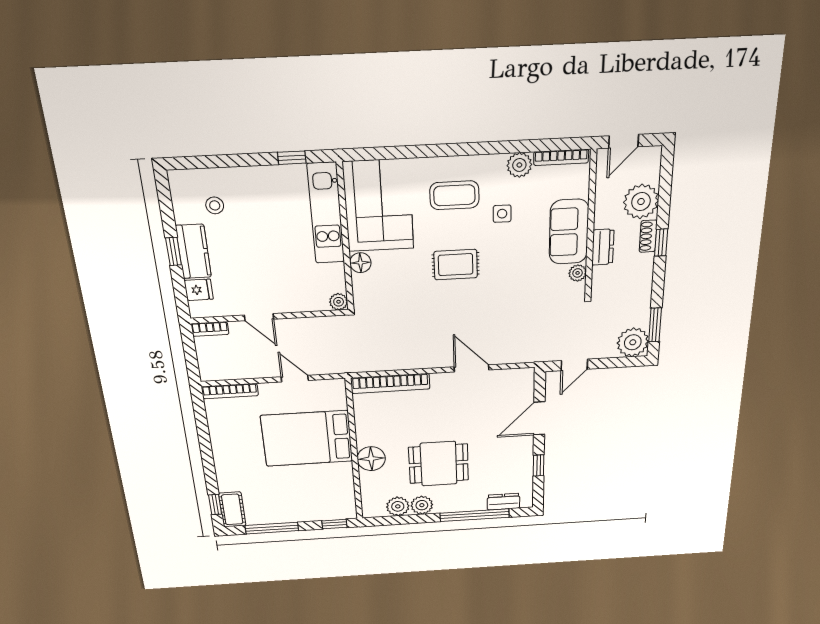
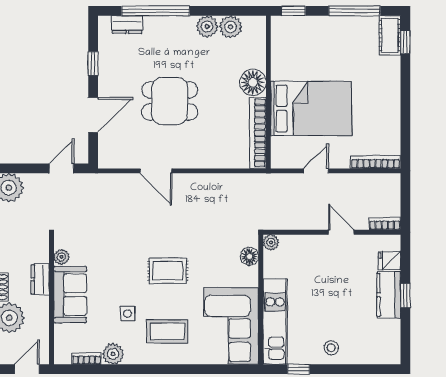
bookcase: (561, 157) -> (87, 359), width x0.64
stool: (215, 205) -> (331, 348), moved
floor lamp: (360, 263) -> (249, 256), moved
door: (295, 379) -> (316, 171), swing flipped
bookcase: (390, 383) -> (258, 133), moved, turned -90
dining table: (439, 464) -> (170, 101), moved

